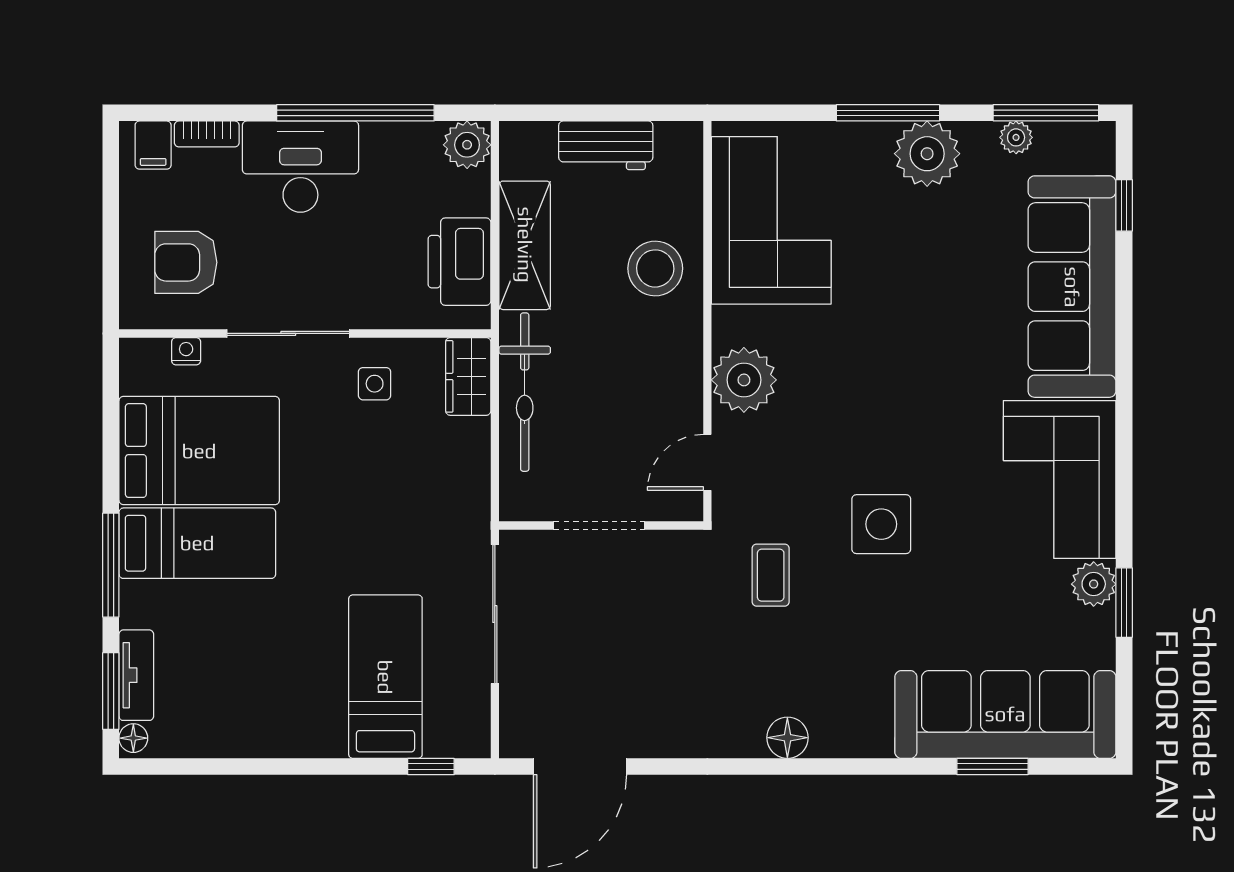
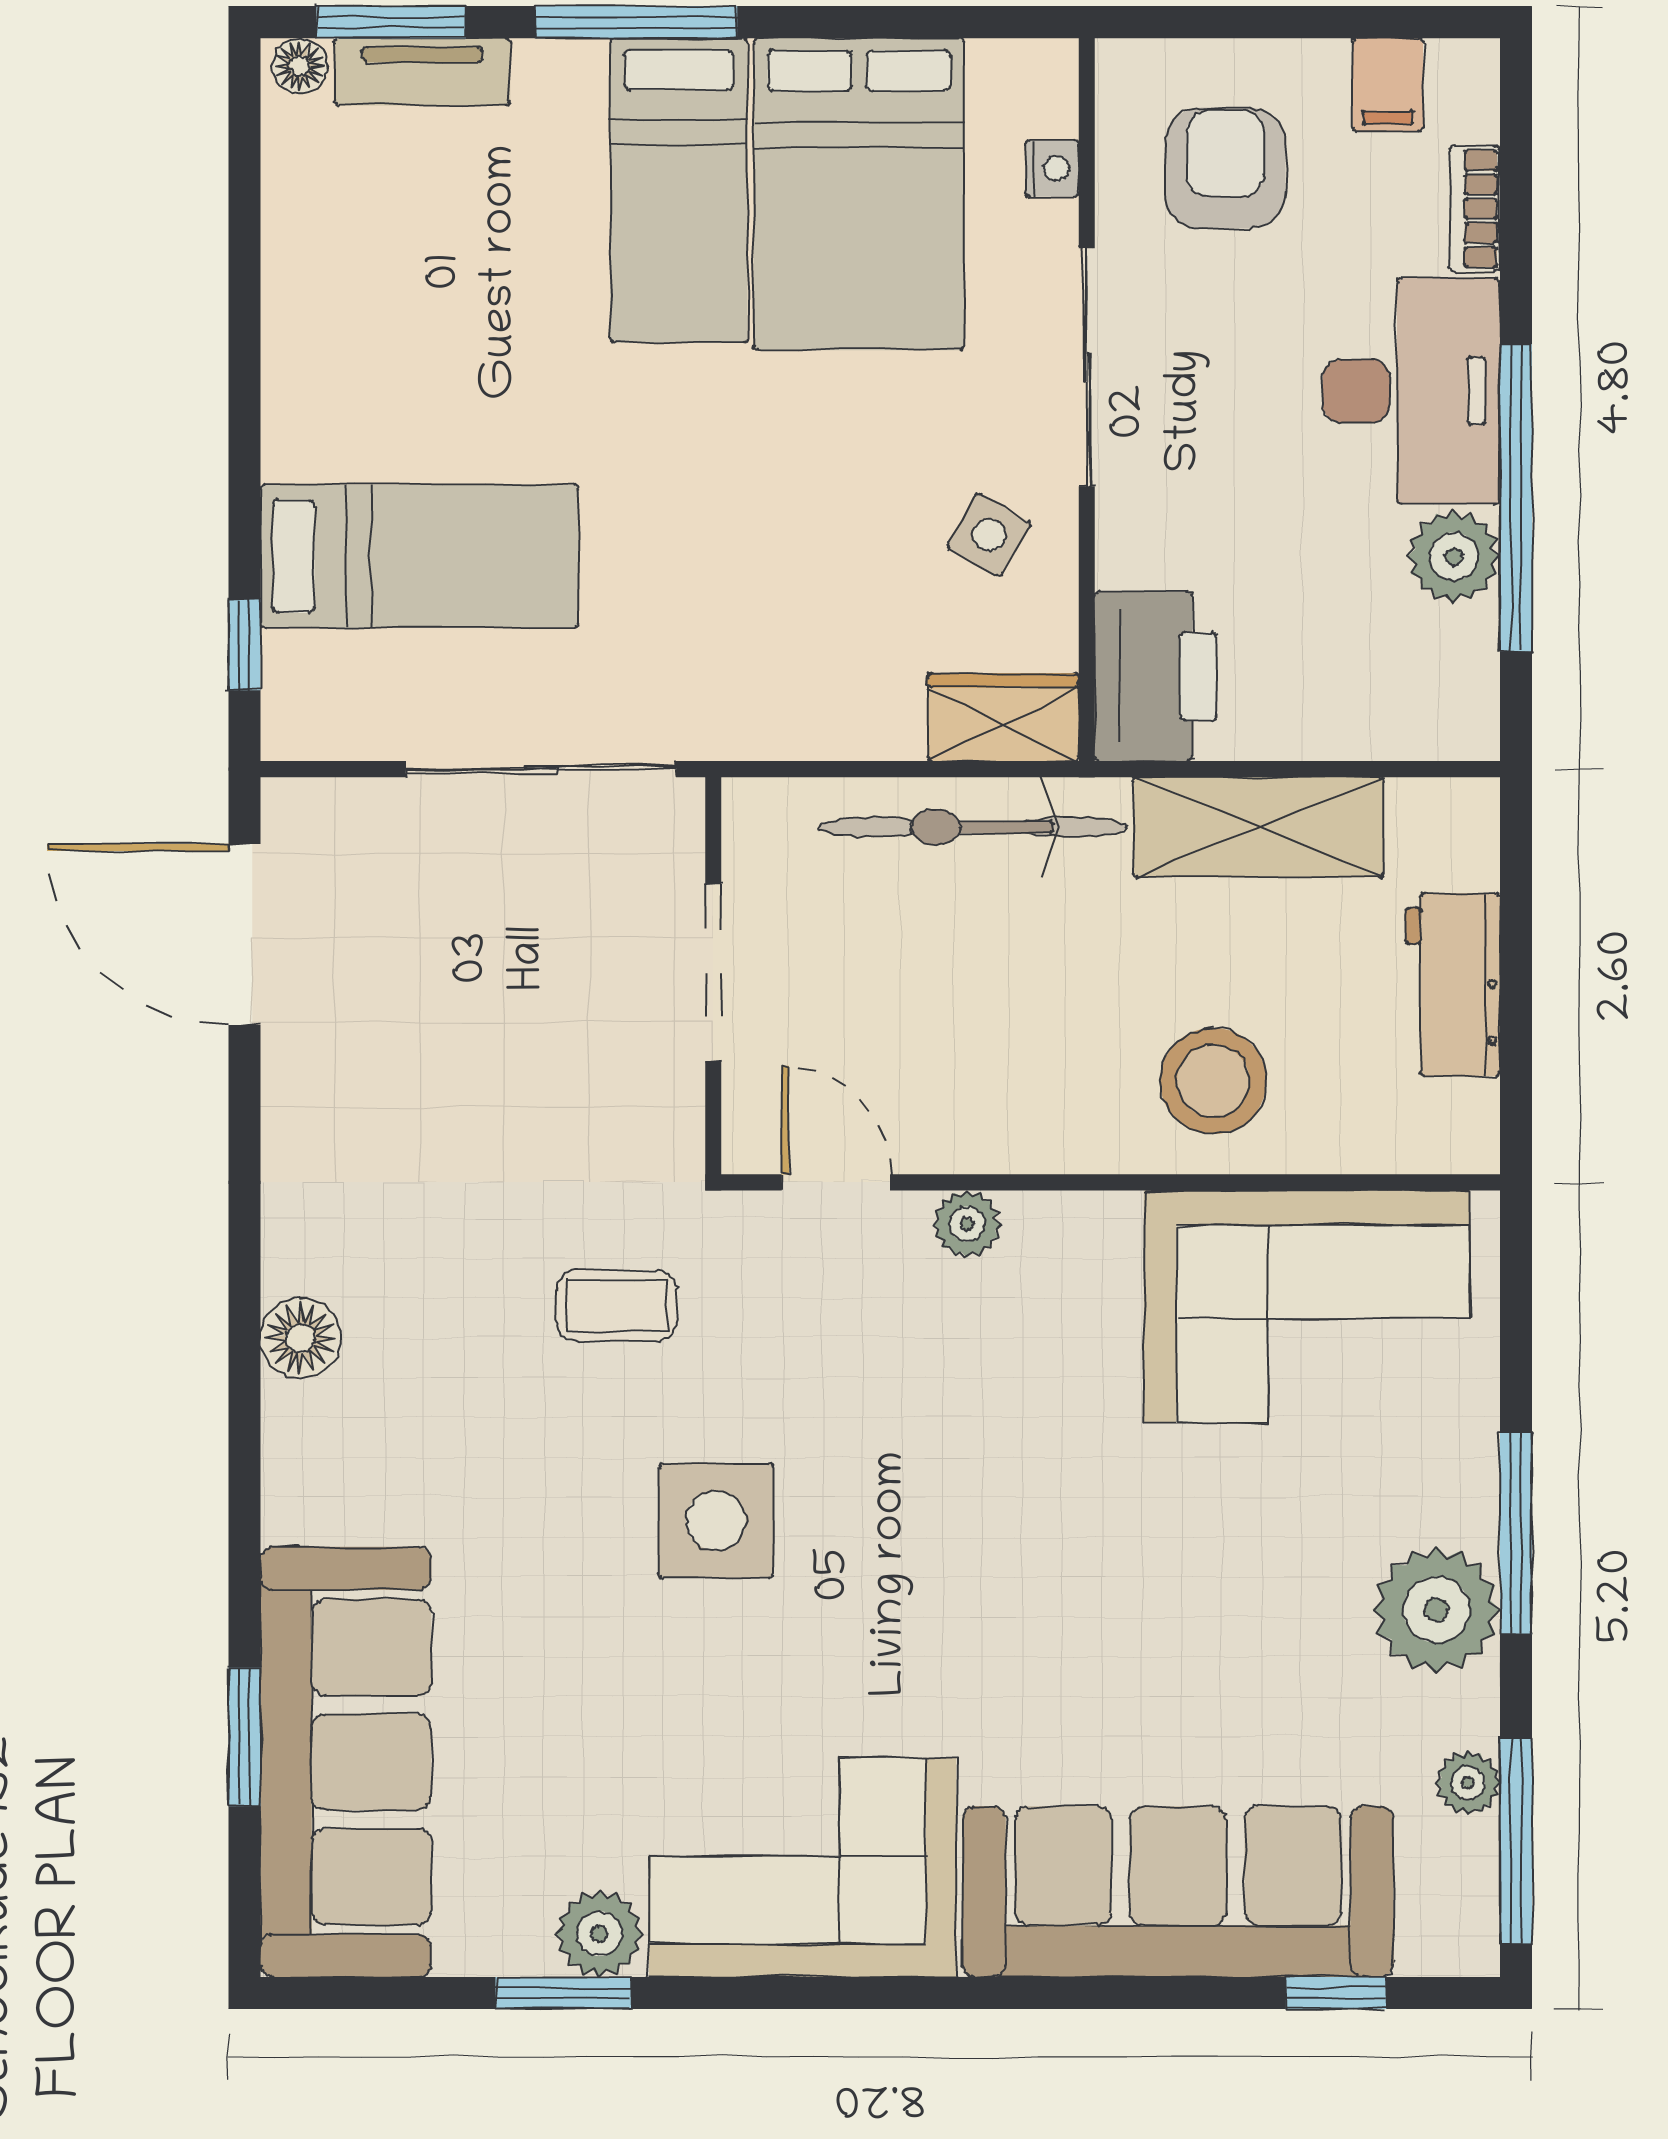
filing cabinet: (153, 145) -> (1388, 85), moved, turned -90
plant: (467, 145) -> (1454, 556), moved
printer: (459, 262) -> (1156, 676), moved, turned 90
plant: (744, 380) -> (967, 1224), width x0.53, depth x0.53
side table: (375, 384) -> (989, 535), turned 30

